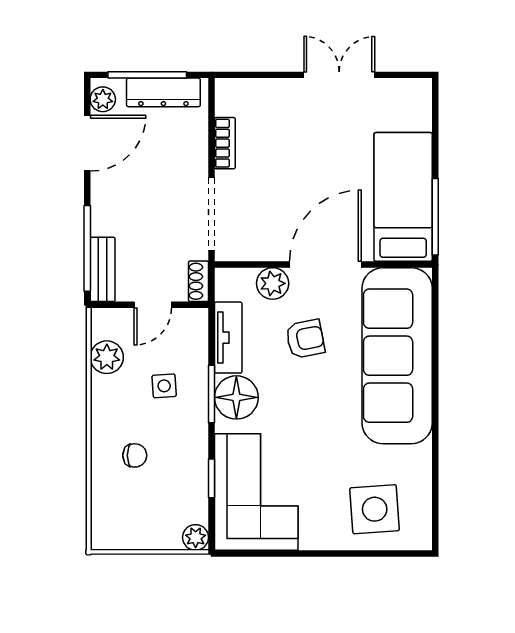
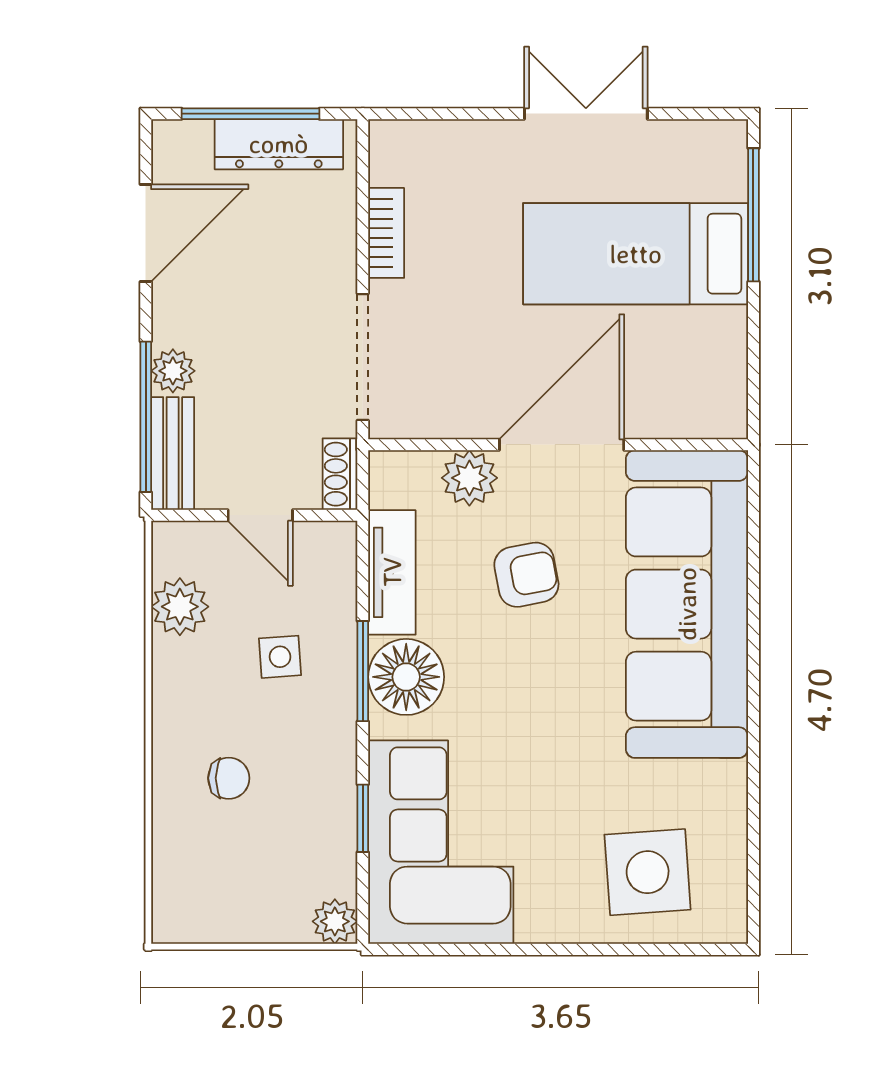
plant: (103, 99) -> (173, 371), moved
bed: (403, 197) -> (636, 254), moved, turned -90
window: (435, 217) -> (753, 215), moved
door: (153, 305) -> (260, 515), hinge flipped

